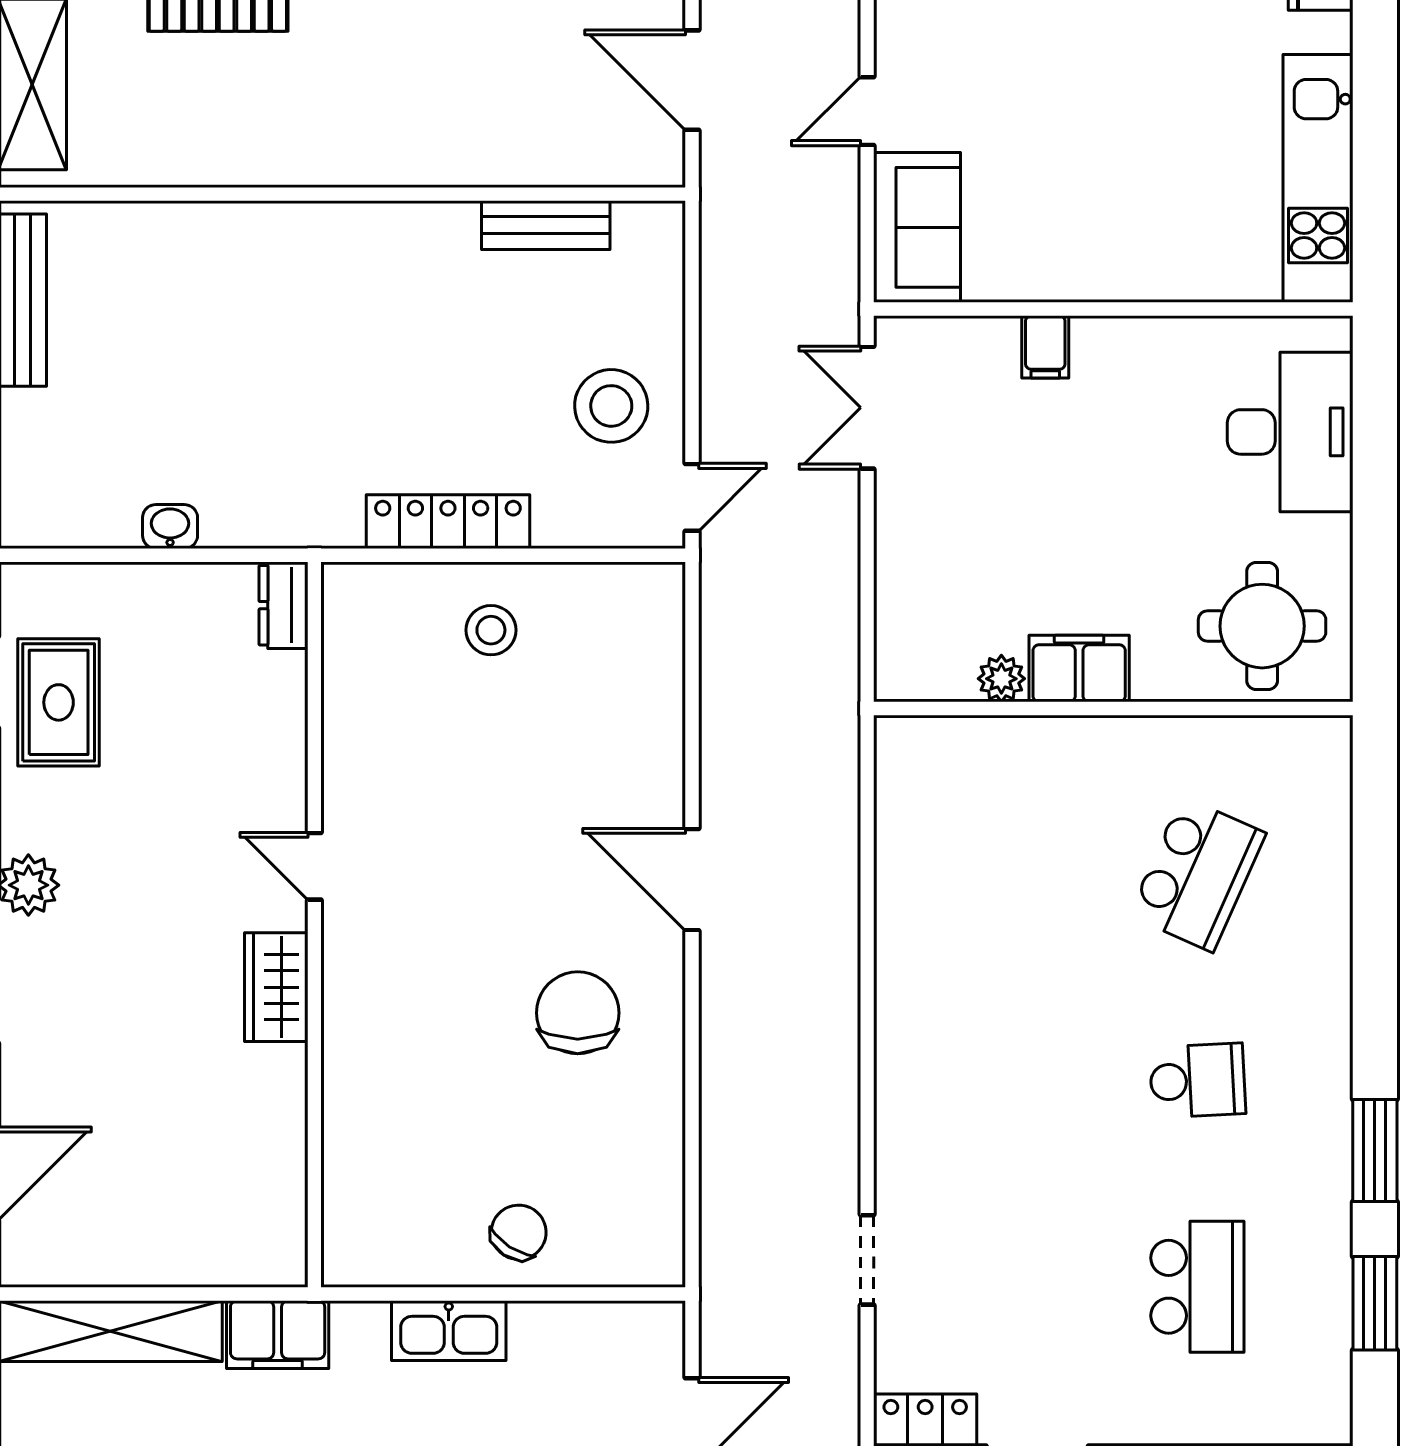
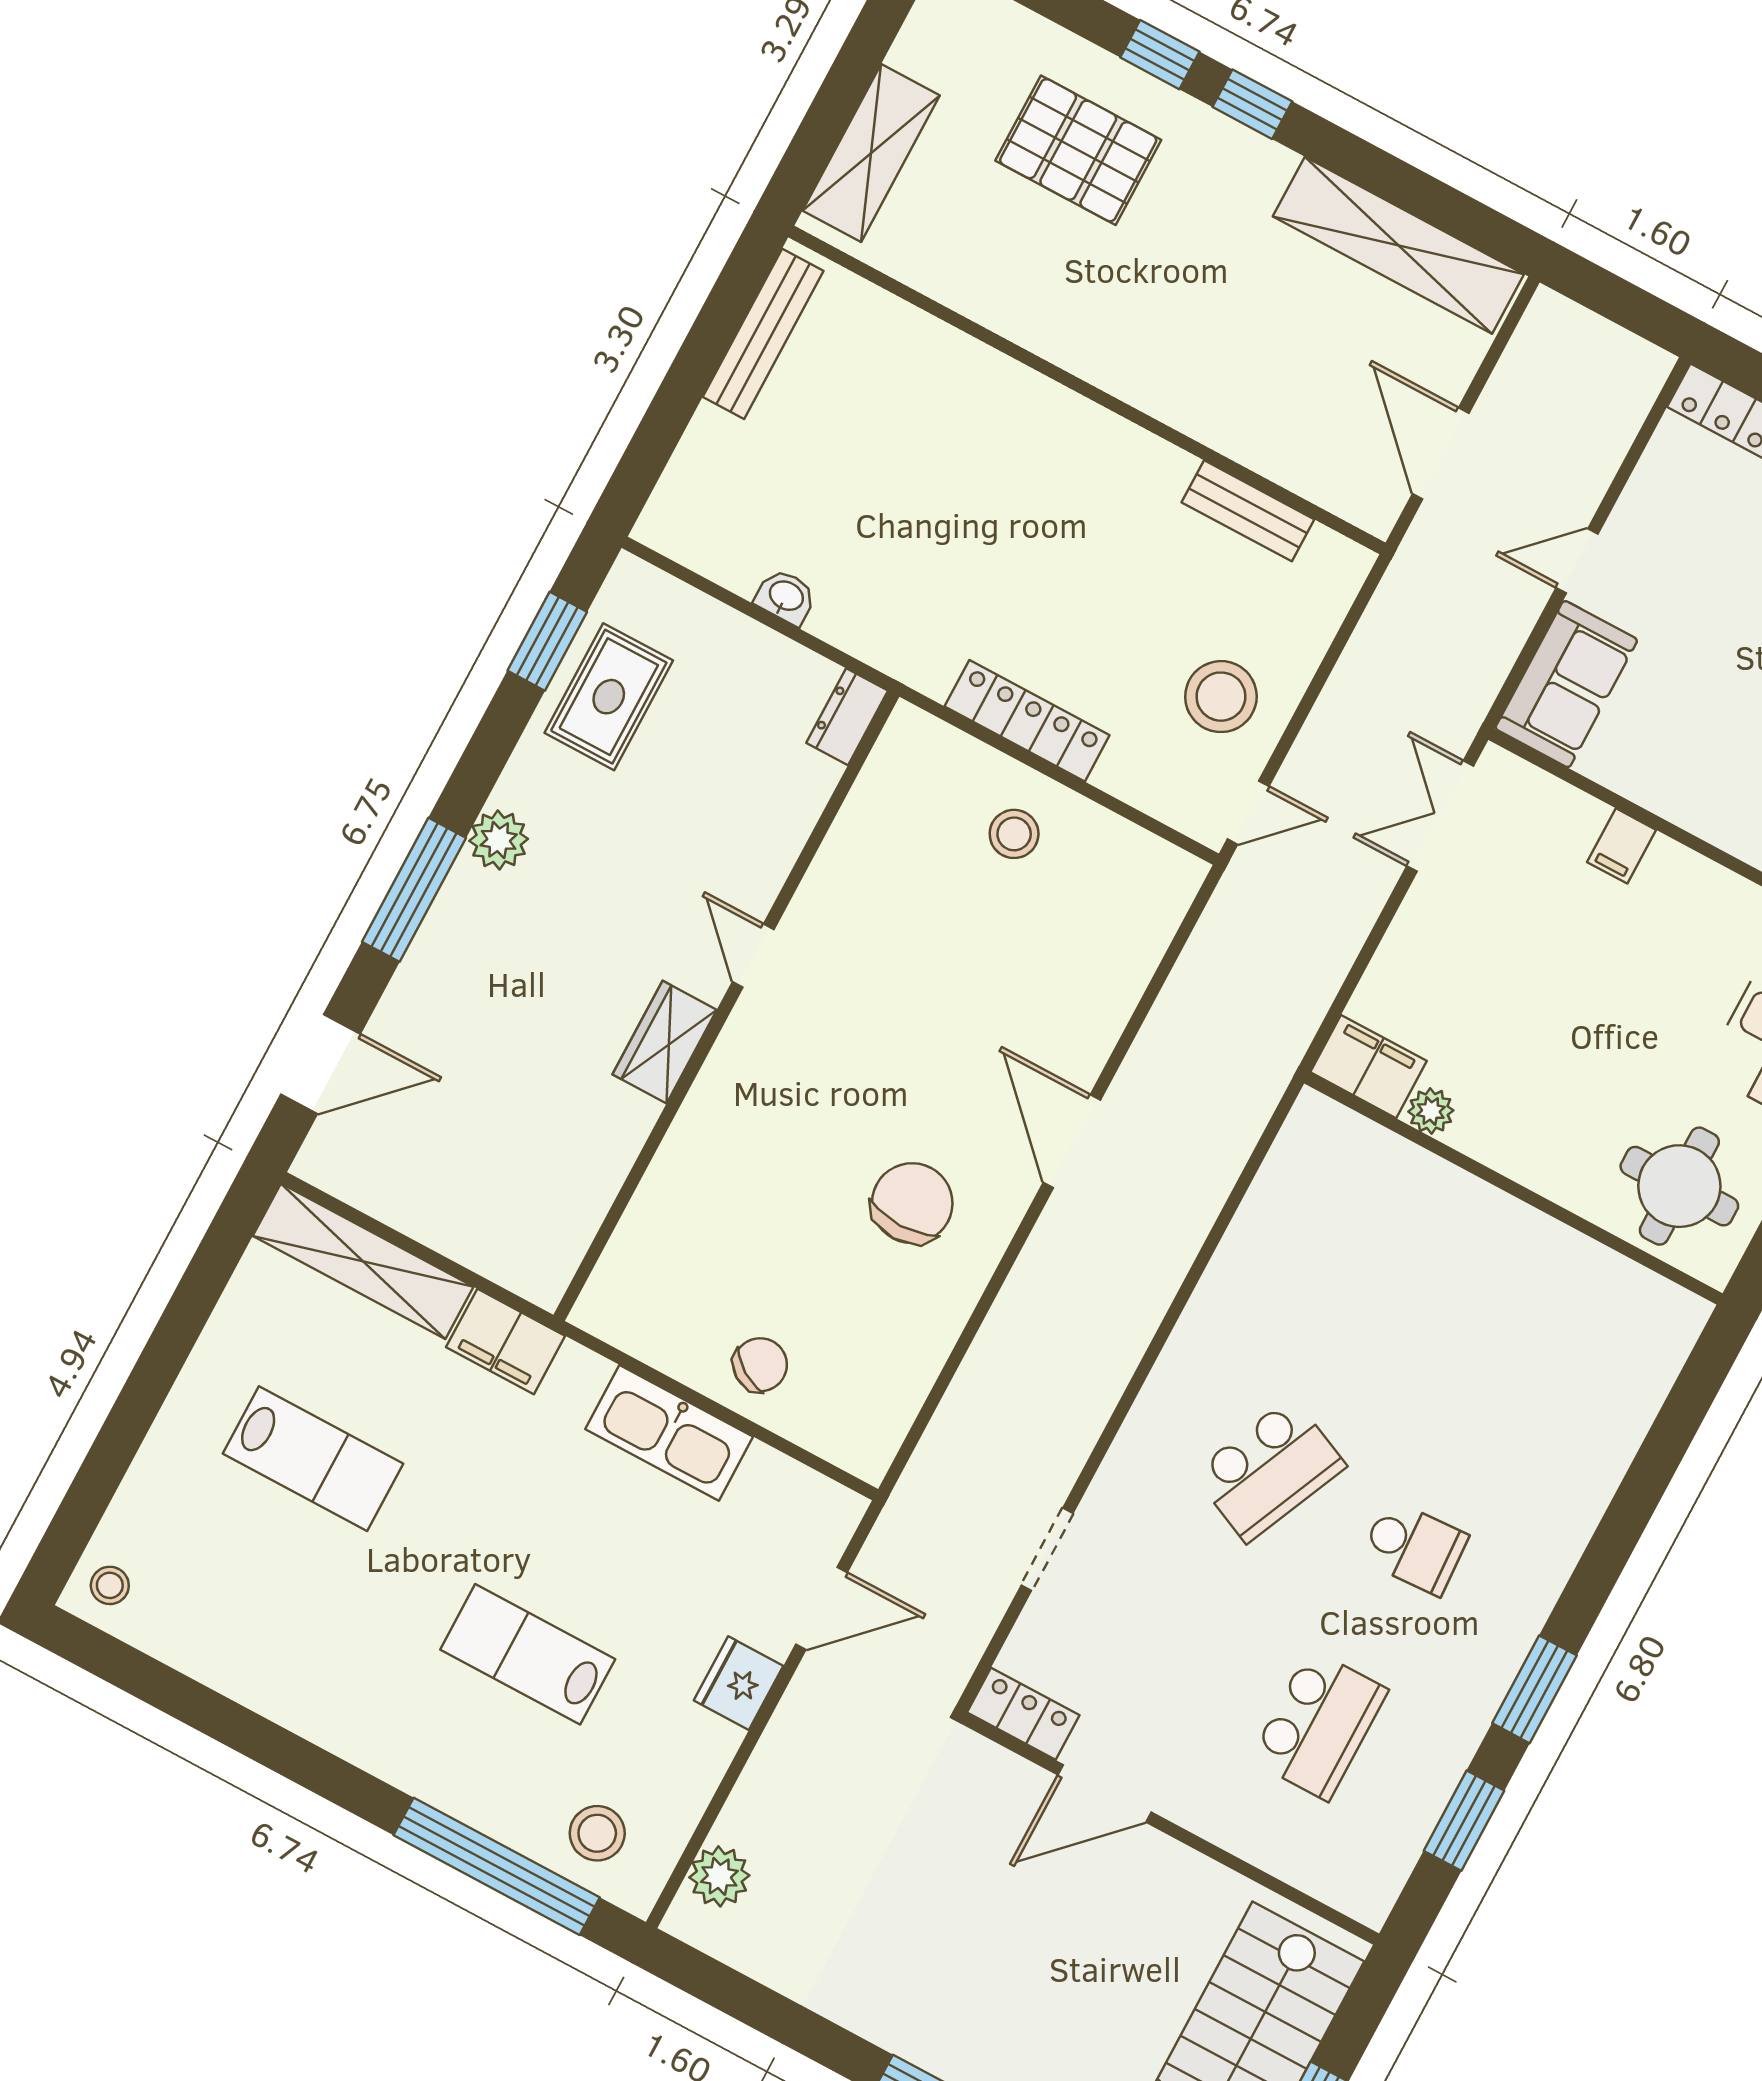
filing cabinet: (1079, 669) -> (1369, 1067), moved
school desk: (1197, 874) -> (1269, 1470), moved
kitchen sink: (449, 1331) -> (669, 1433), width x1.36, depth x1.24

